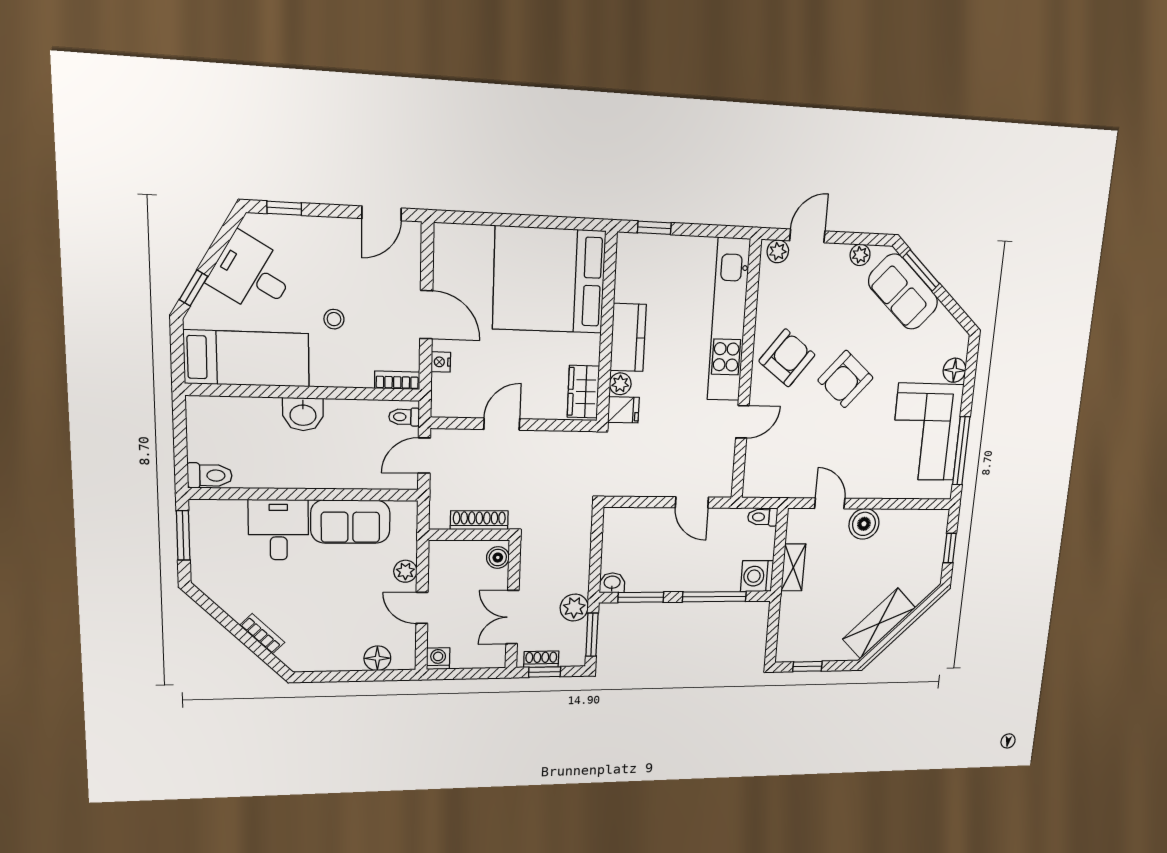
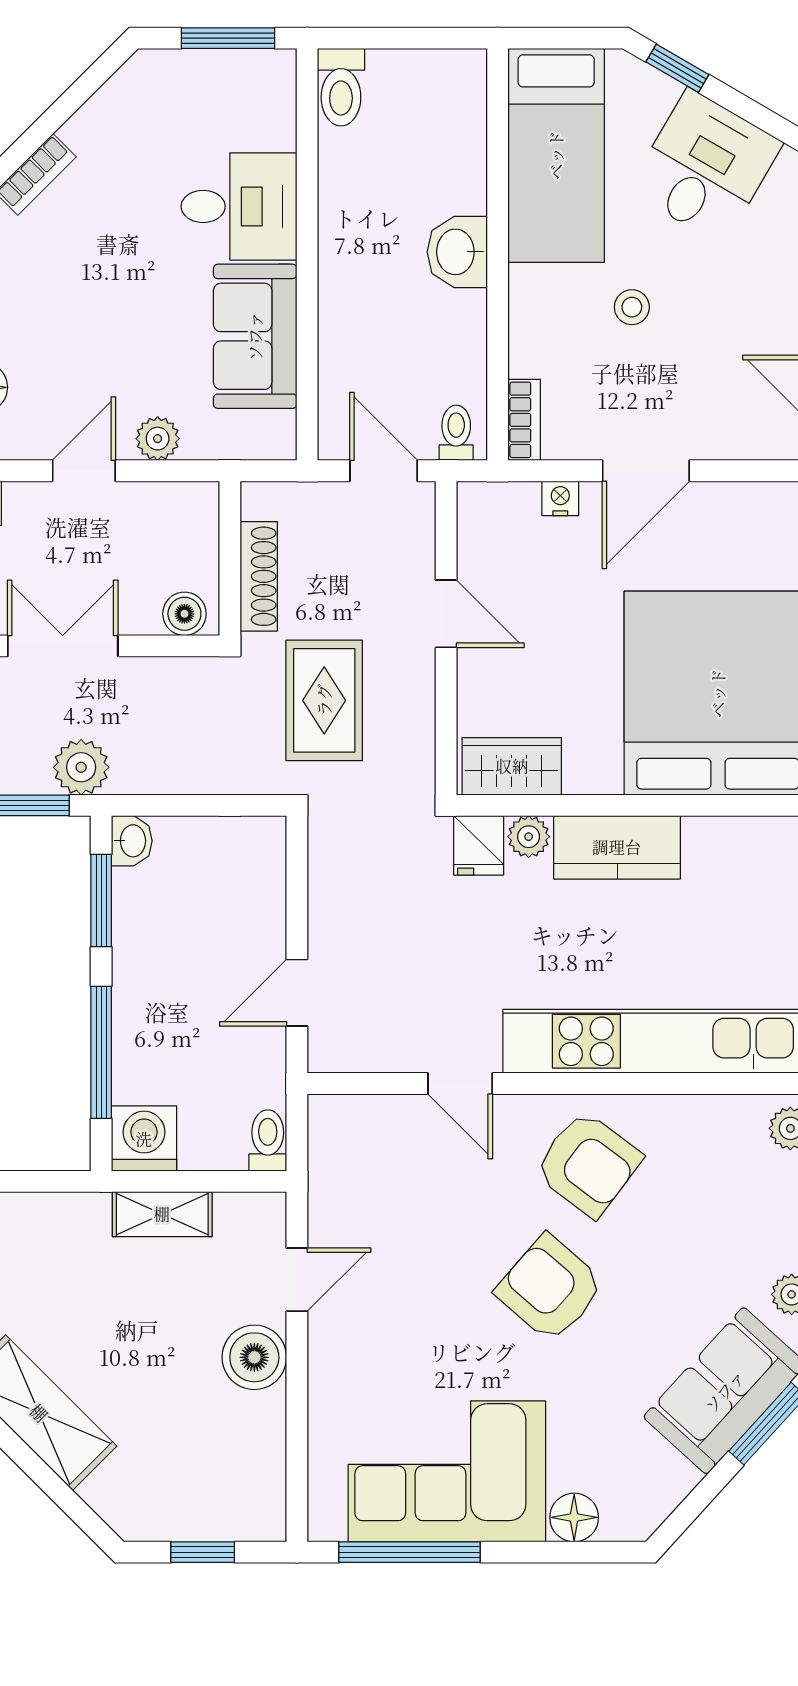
rug: (545, 488) -> (324, 700), added

